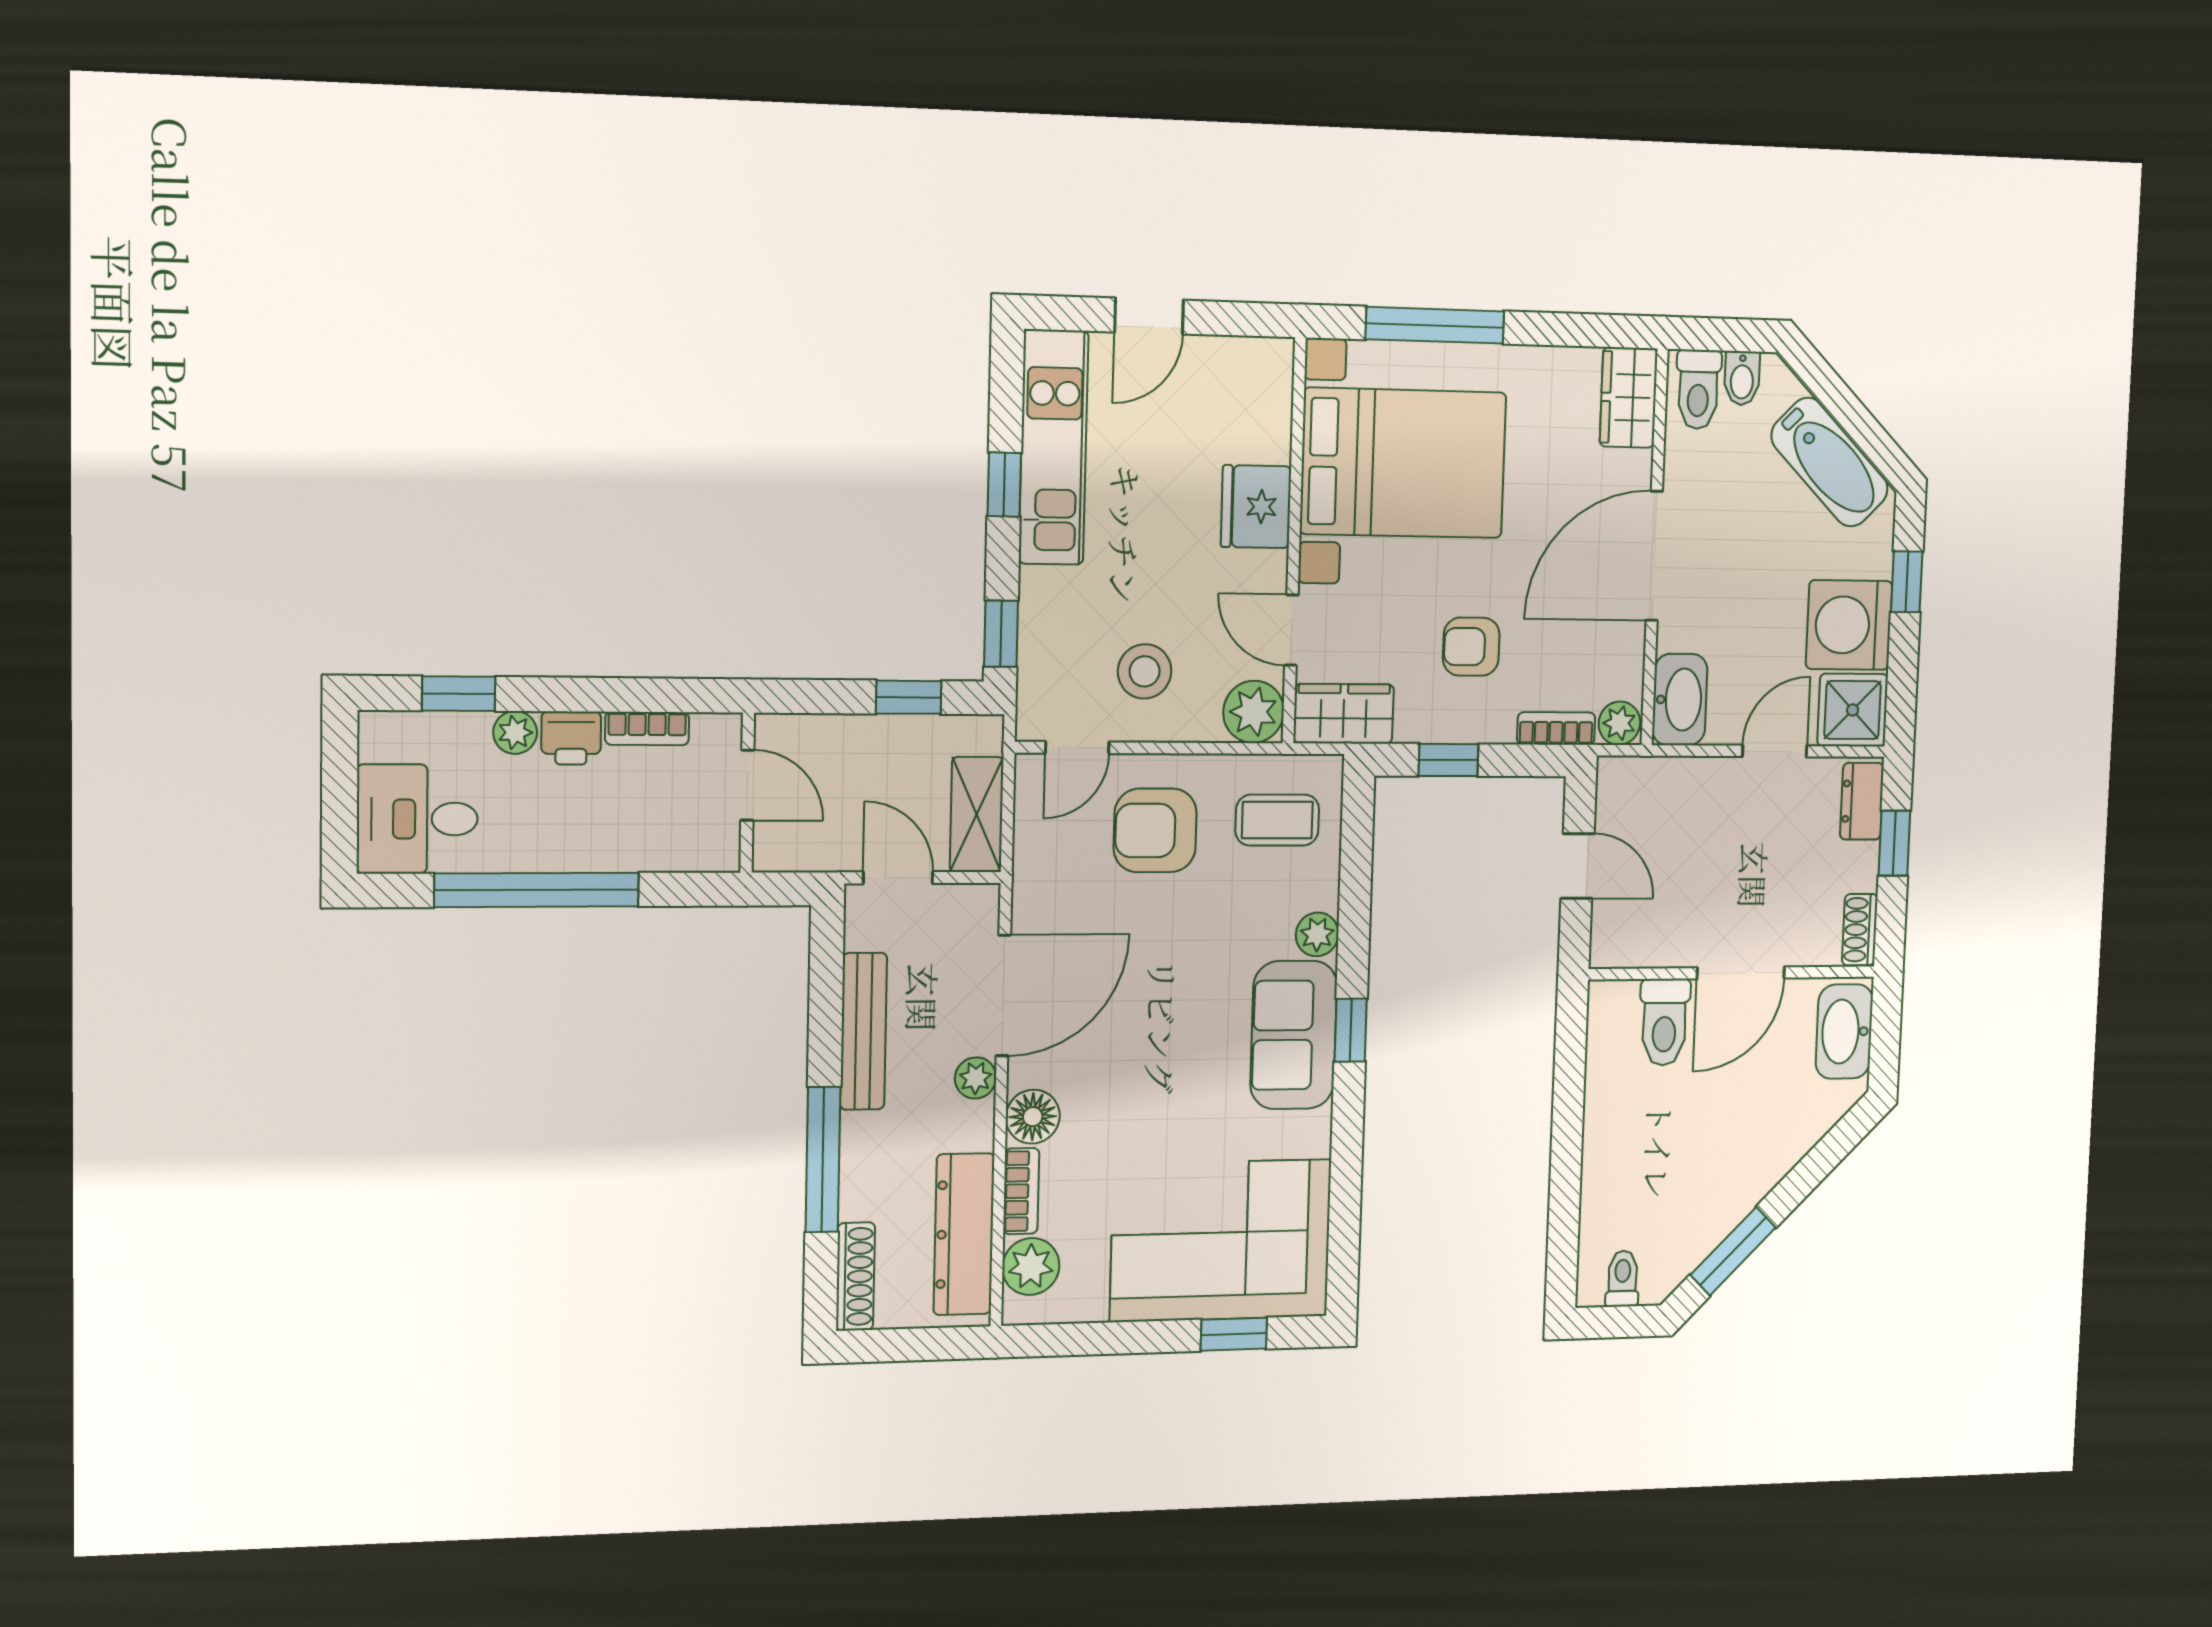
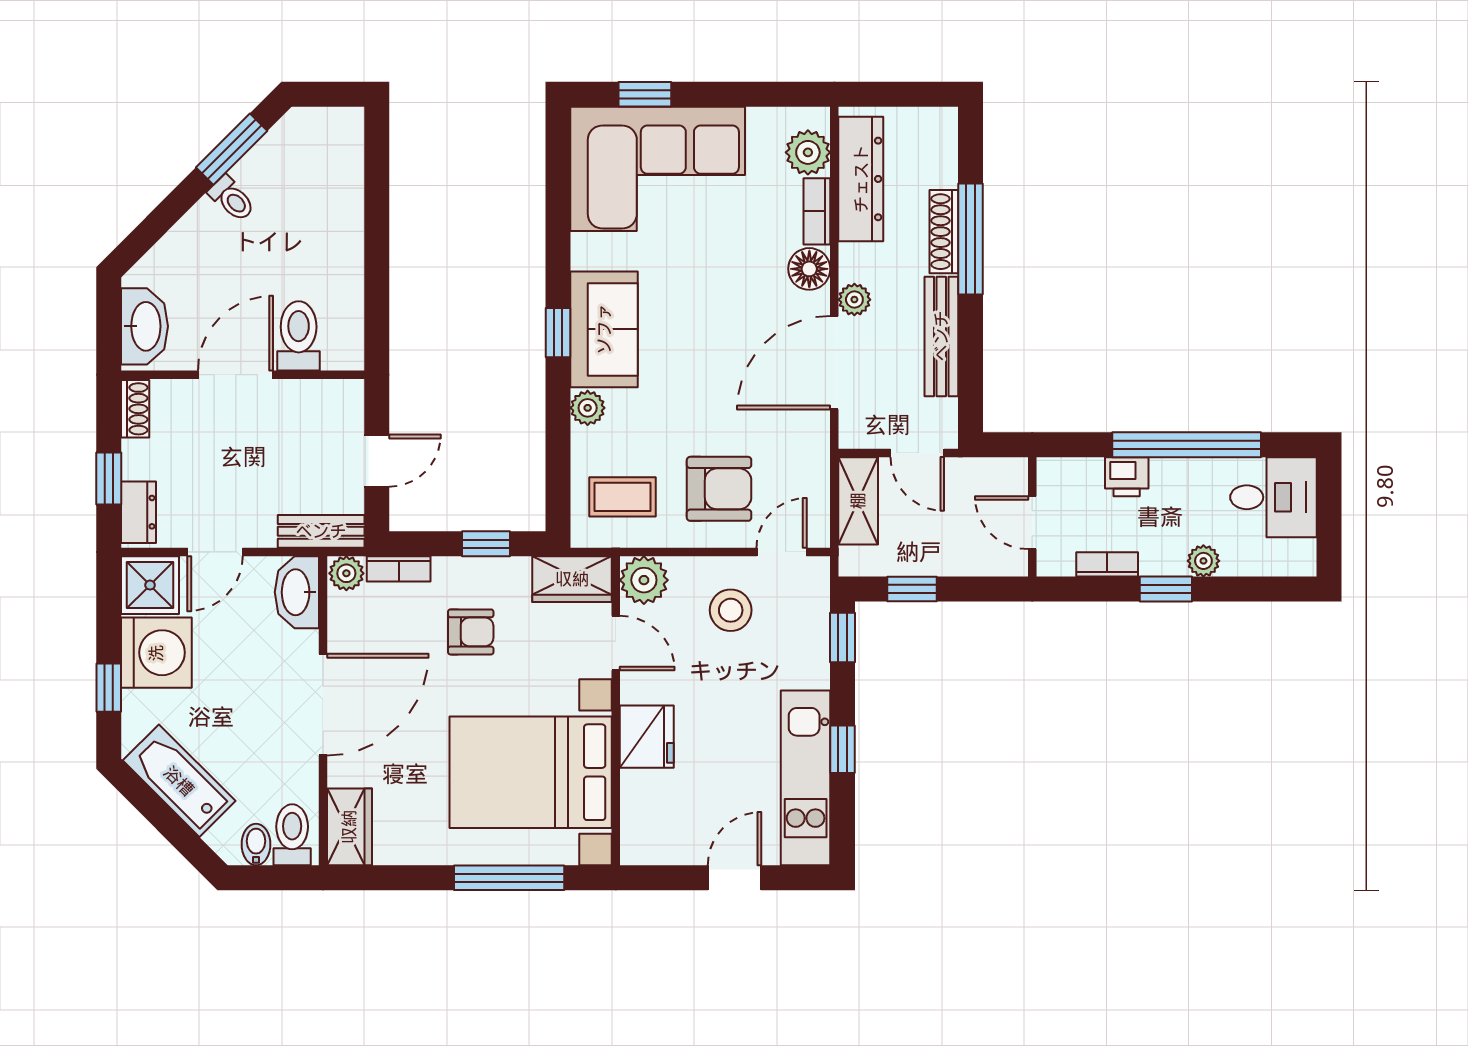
window: (459, 694) -> (1166, 589), moved
printer: (571, 738) -> (1127, 477), moved, turned 180
bench: (1648, 777) -> (321, 531), added
door: (1577, 866) -> (377, 461), swing flipped
shoe rack: (855, 1277) -> (944, 232), moved
toilet: (1623, 1279) -> (232, 199), moved, turned -45

